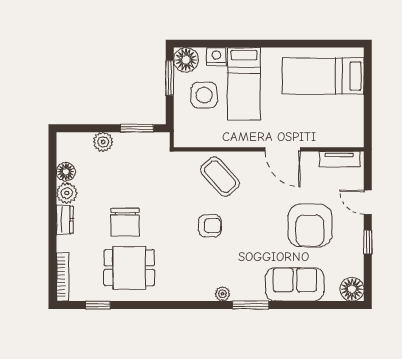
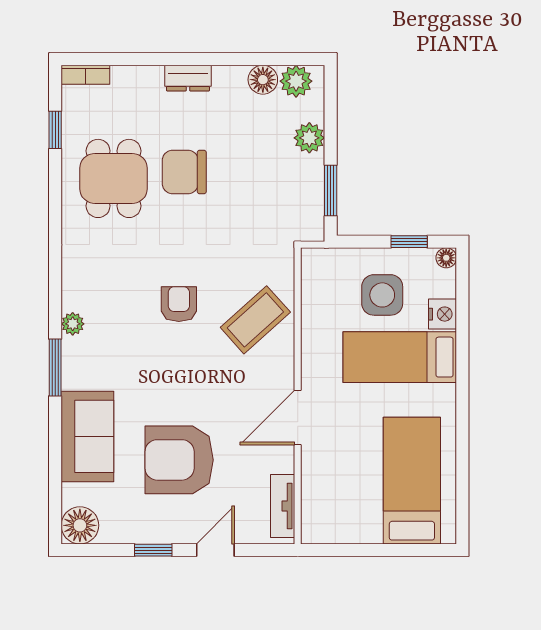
floor lamp: (186, 60) -> (446, 258), width x0.53, depth x0.53
window: (170, 78) -> (409, 242), width x0.67
plant: (67, 193) -> (296, 81), moved
armchair: (210, 226) -> (179, 304), turned 180
bookcase: (63, 277) -> (85, 75), width x0.64

